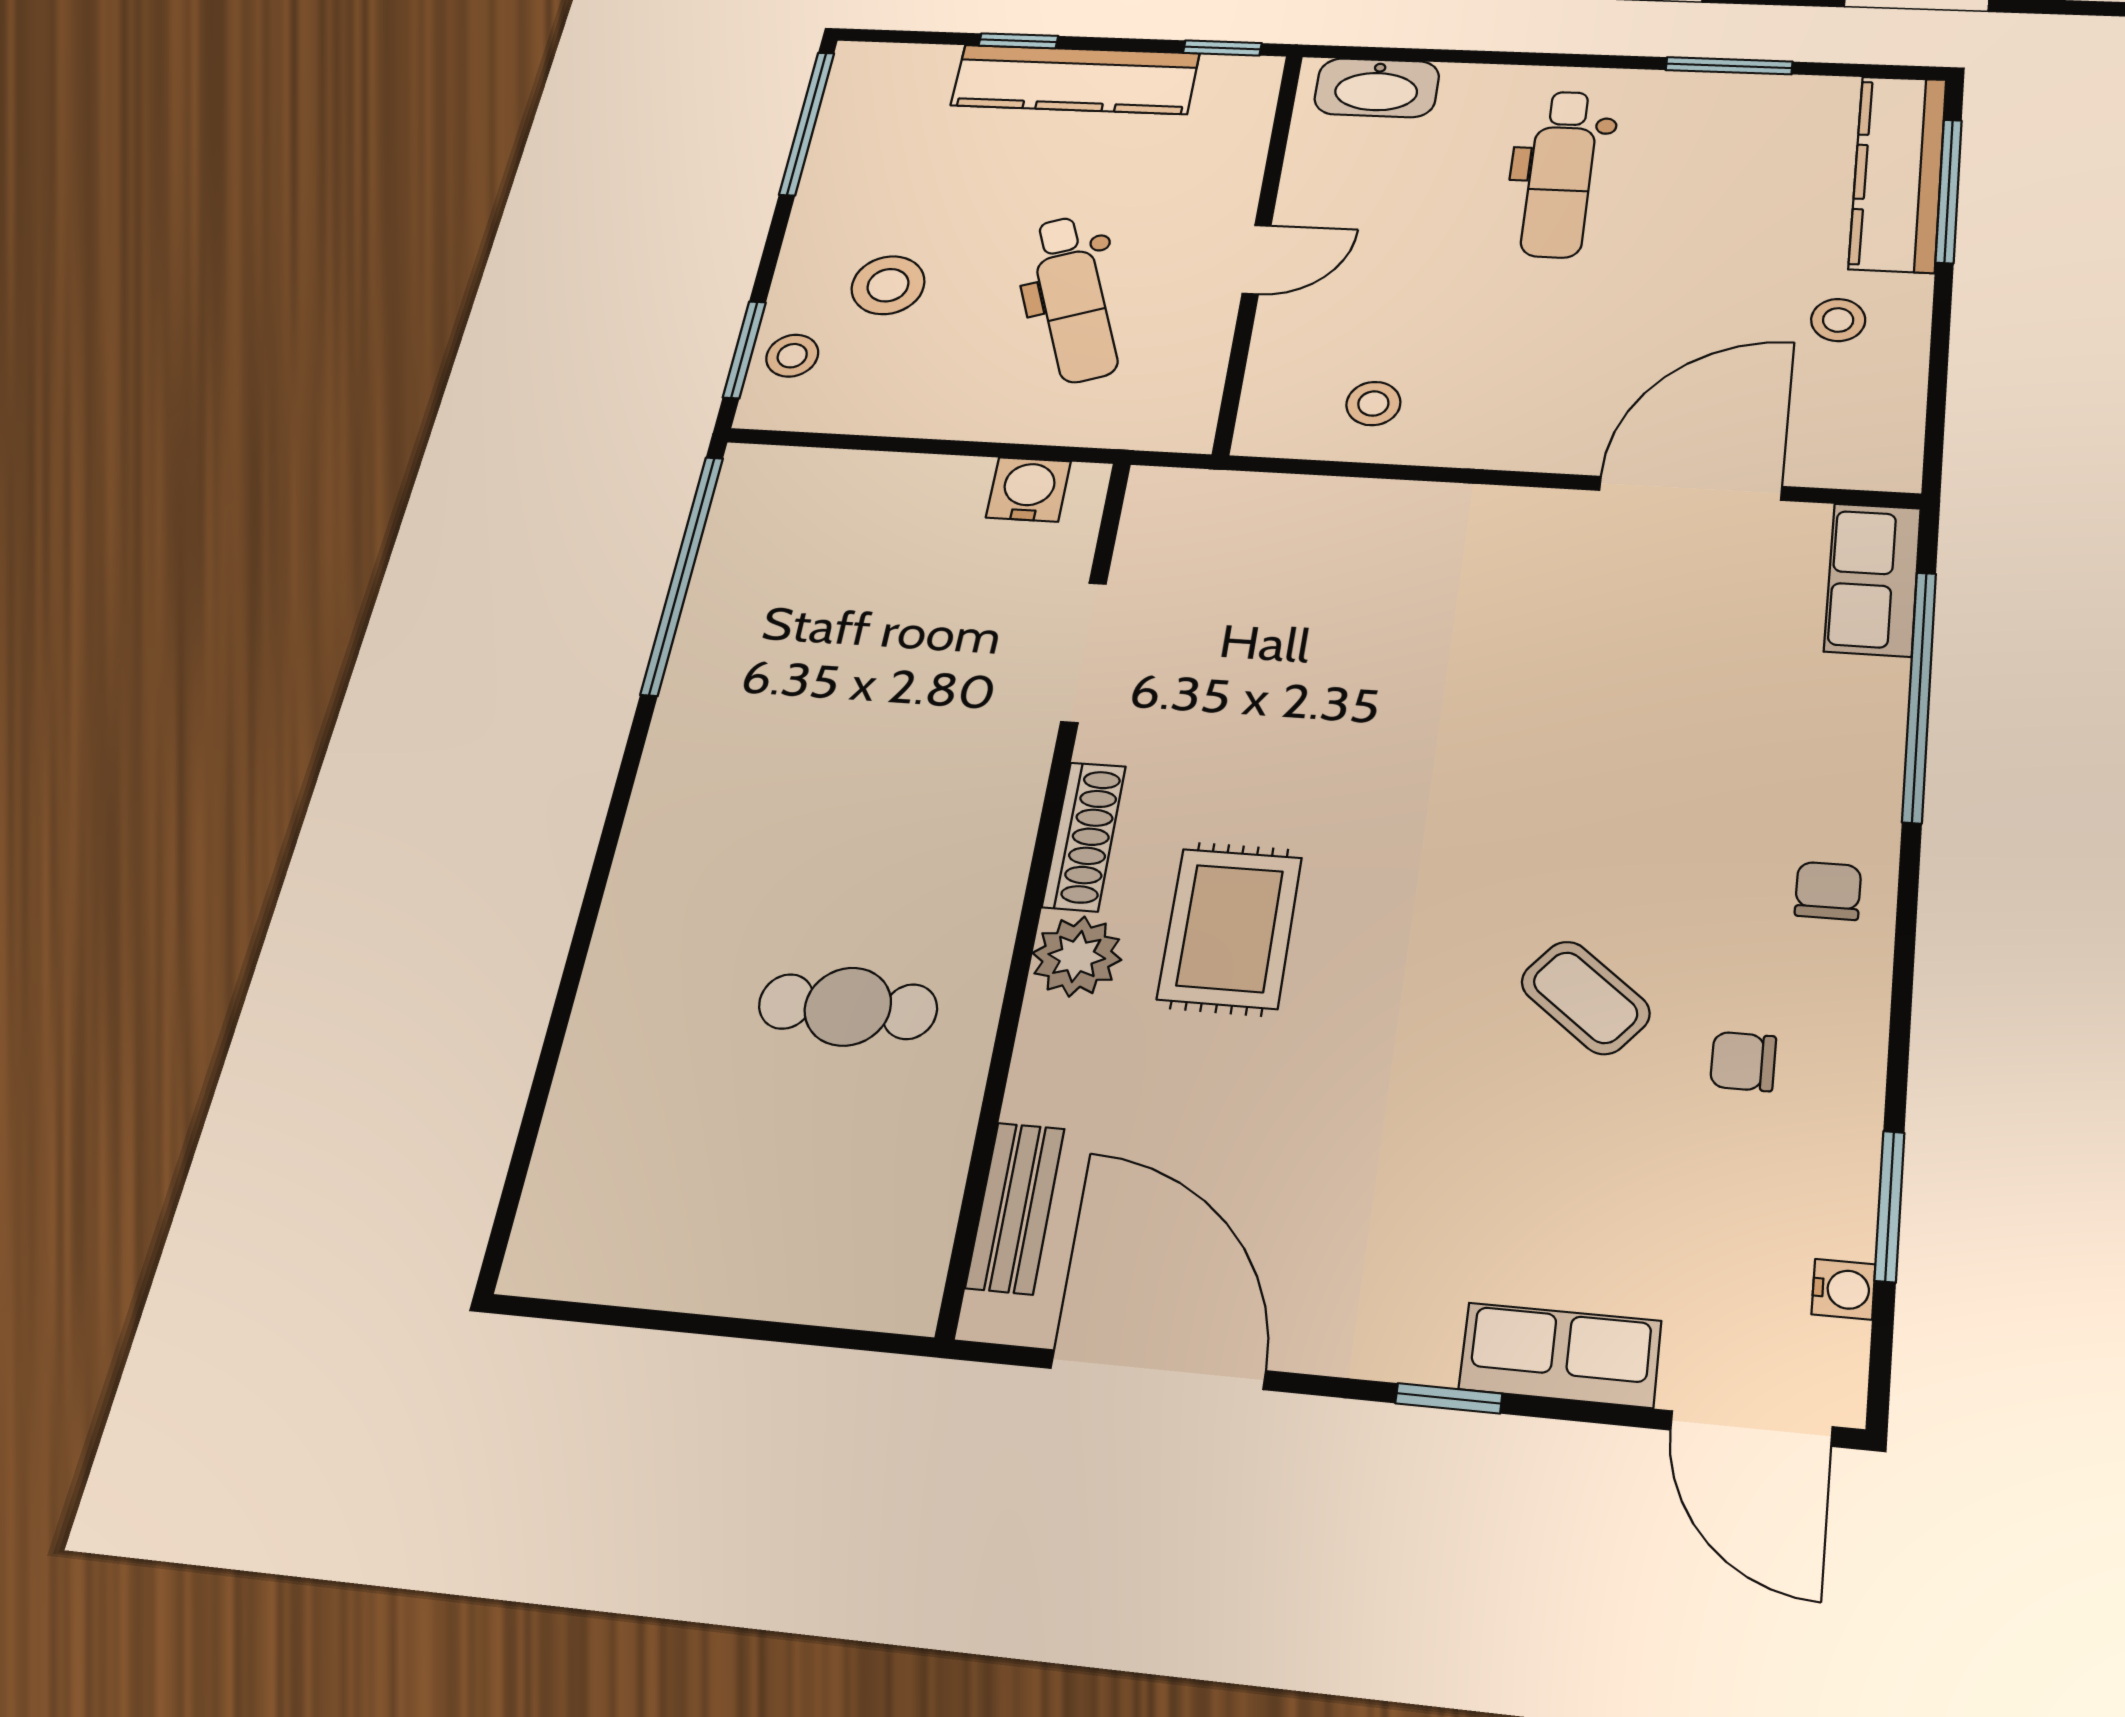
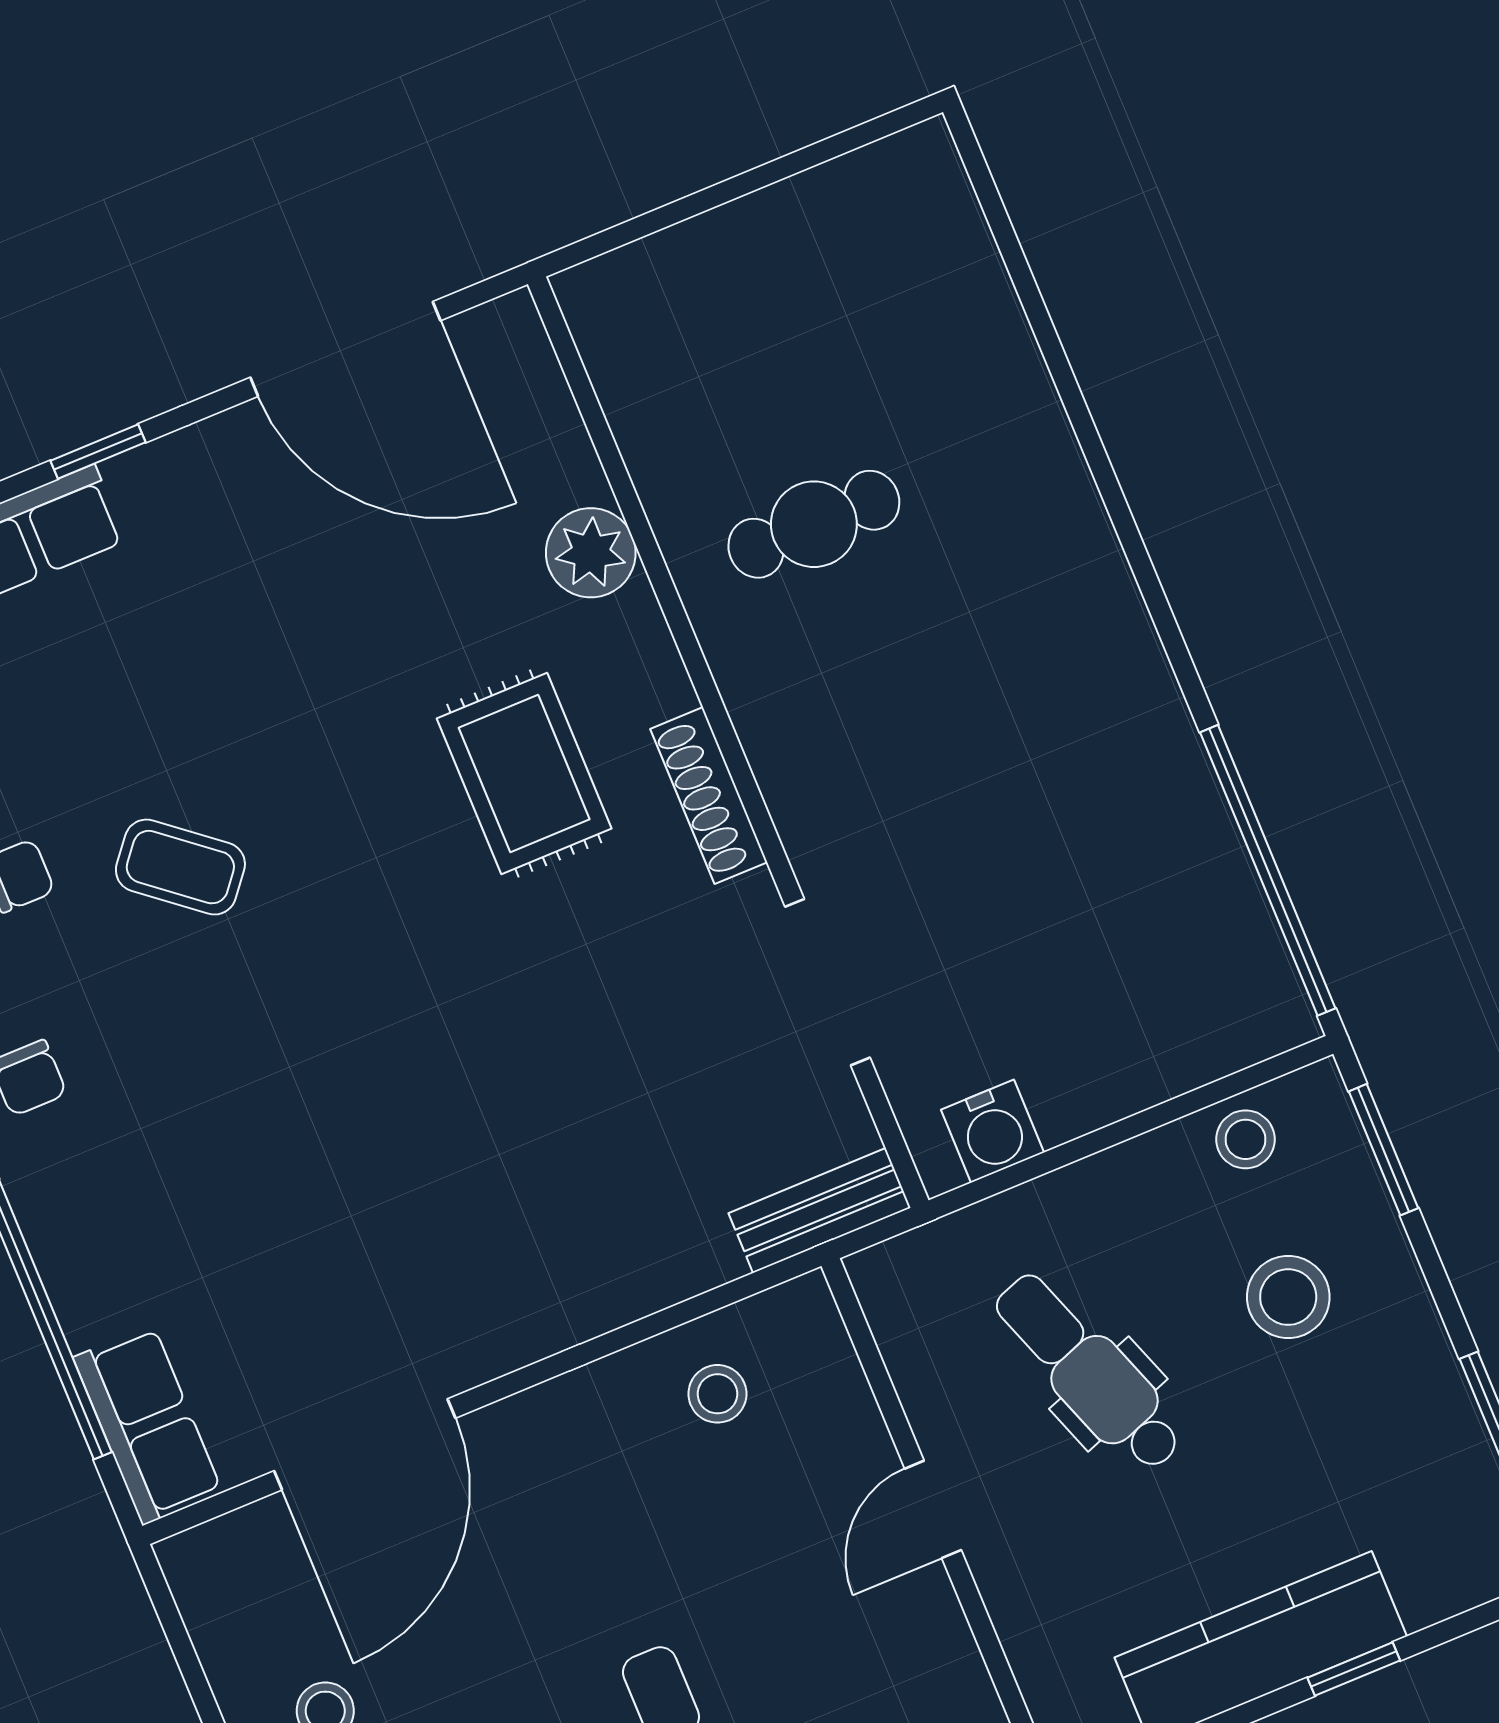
stool: (792, 356) -> (1246, 1139), moved
plant: (1077, 956) -> (591, 553), moved
bench: (1015, 1208) -> (819, 1210), moved, turned 90

